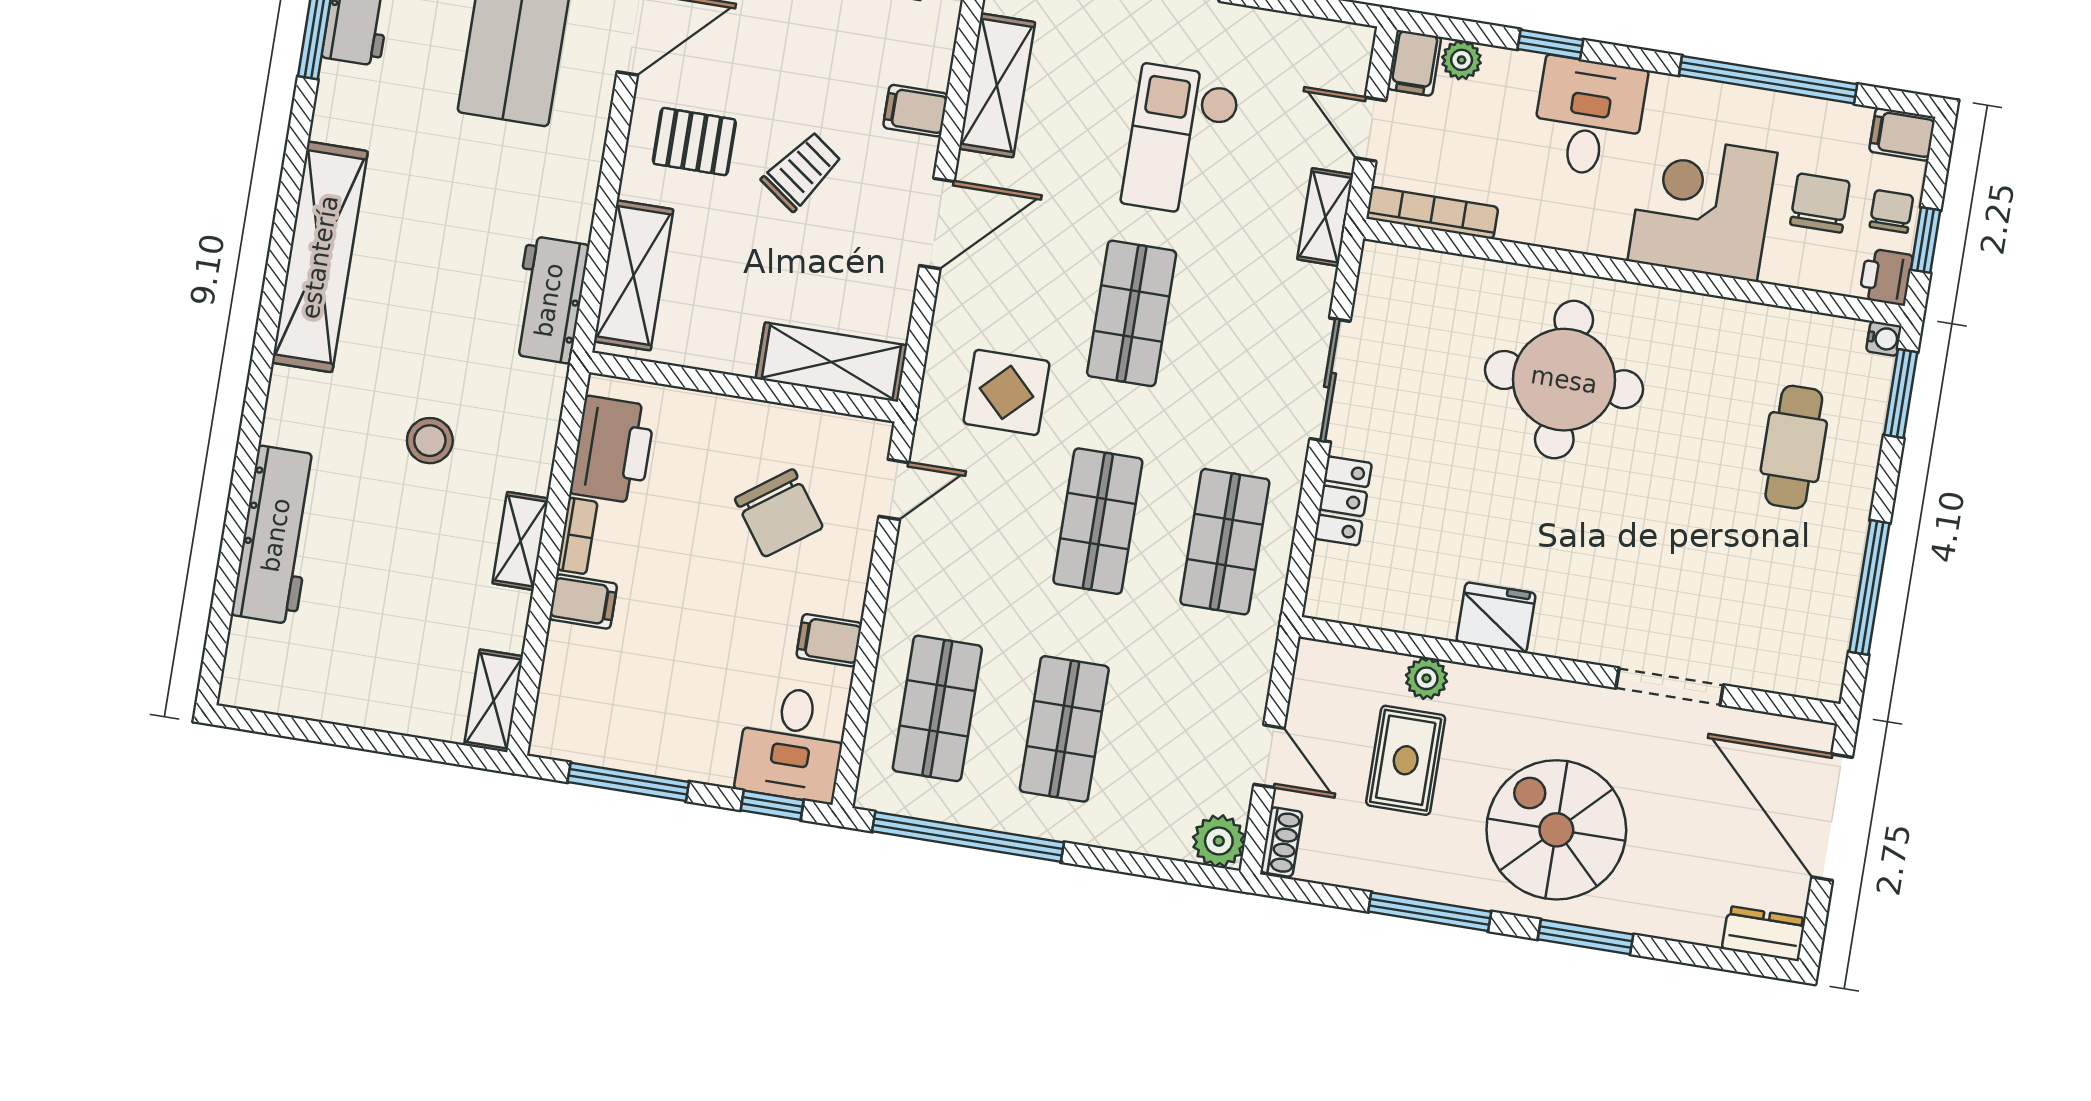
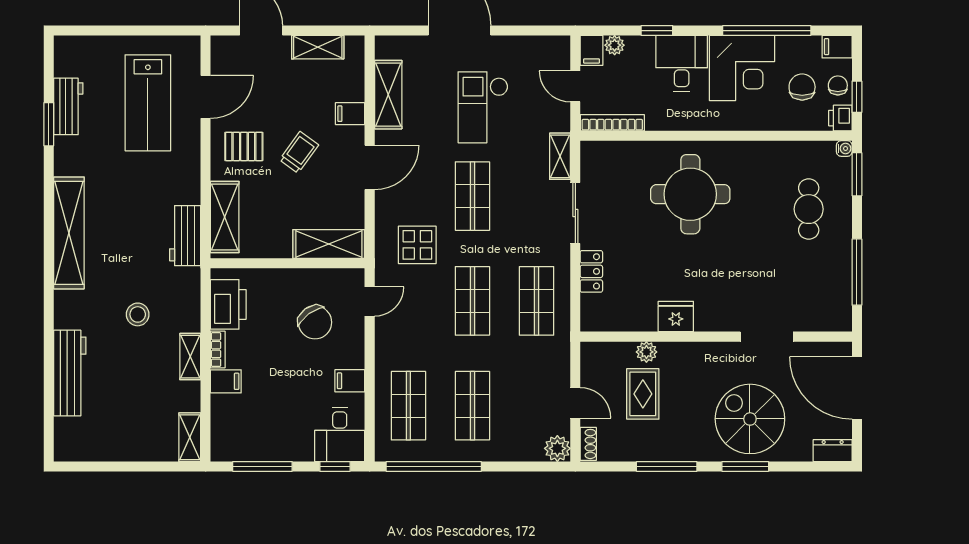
corner desk: (1703, 207) -> (742, 68), moved, turned 180
shelving: (1325, 217) -> (560, 156), moved
spiral stairs: (1556, 830) -> (750, 419), moved

